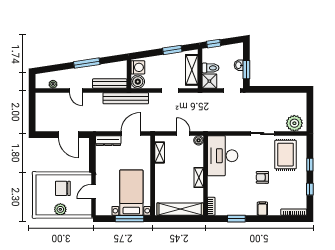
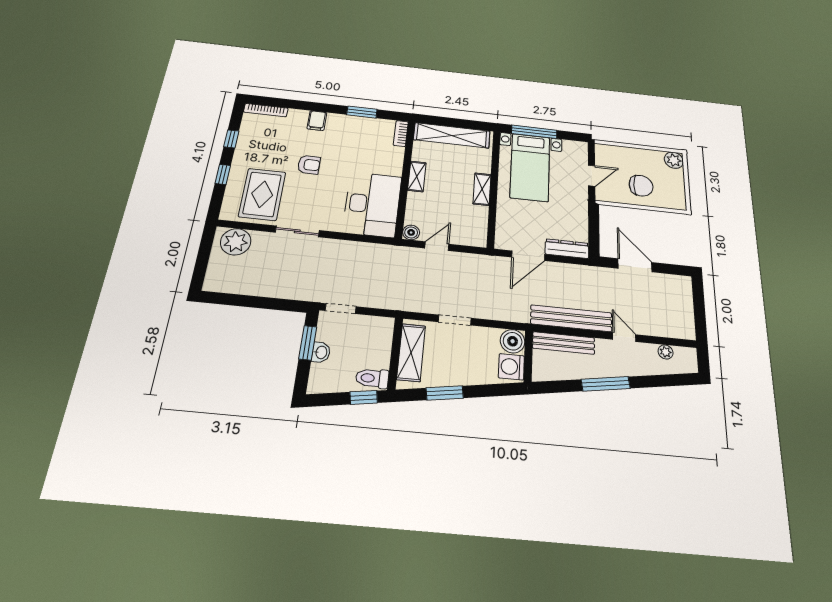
toilet: (211, 68) -> (372, 378), moved
shower: (209, 81) -> (380, 329), removed
bench: (126, 98) -> (571, 318), moved
door: (183, 134) -> (437, 246), swing flipped
shelving: (160, 152) -> (482, 189), moved
plant: (60, 209) -> (674, 160), moved

